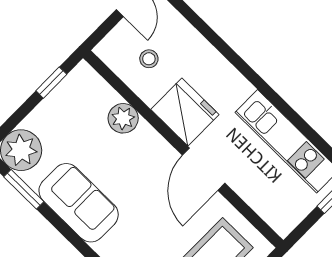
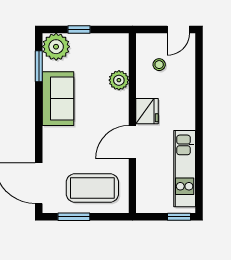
window: (51, 83) -> (79, 29), moved
fridge: (185, 112) -> (147, 111), width x0.73, depth x0.75

